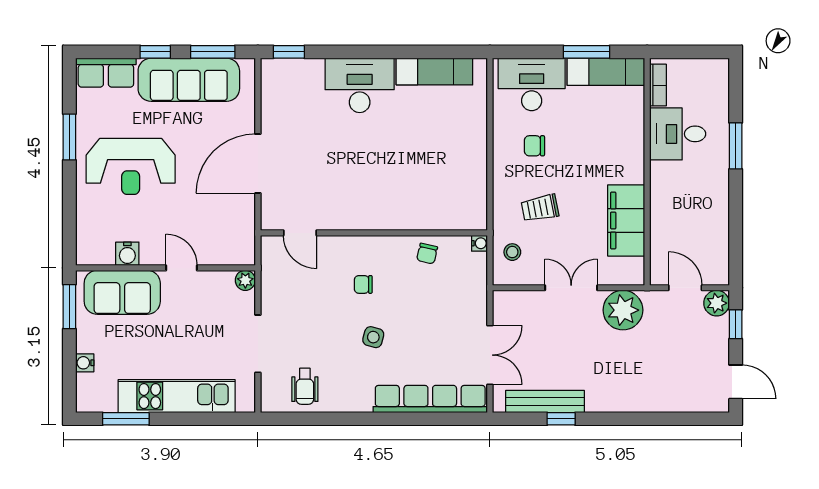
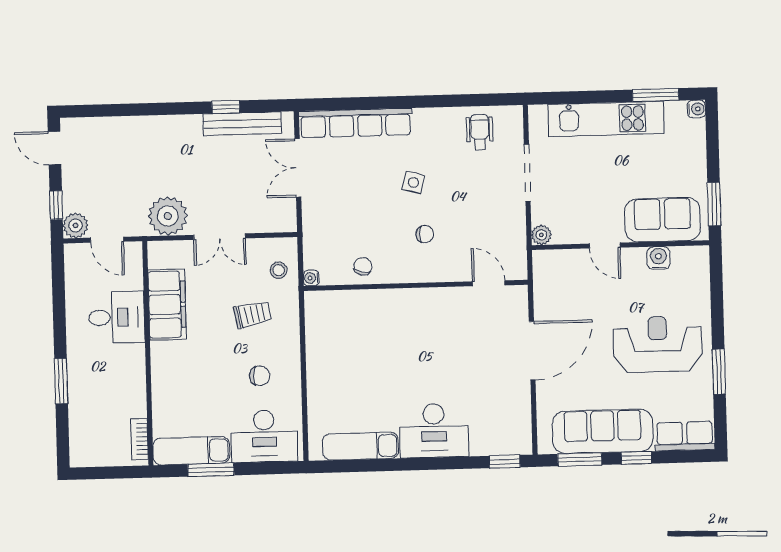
desk: (678, 134) -> (117, 317), moved
water cooler: (85, 363) -> (696, 109), moved

